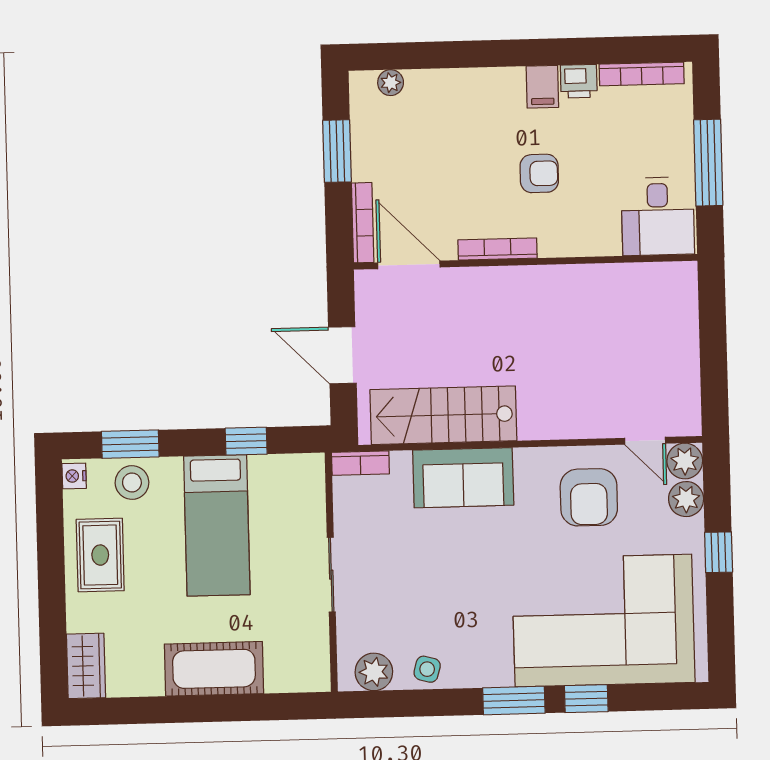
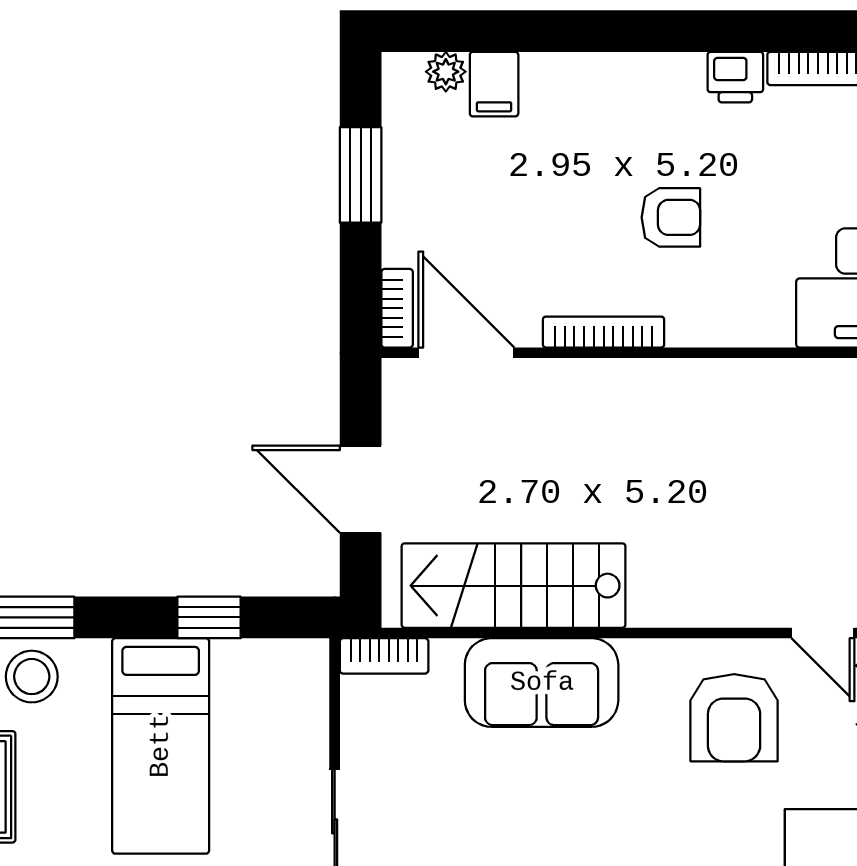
filing cabinet: (542, 87) -> (494, 84), moved
bookcase: (363, 223) -> (397, 308), width x0.64

